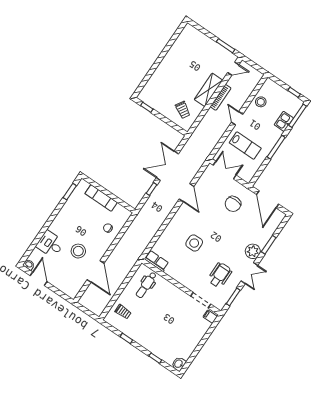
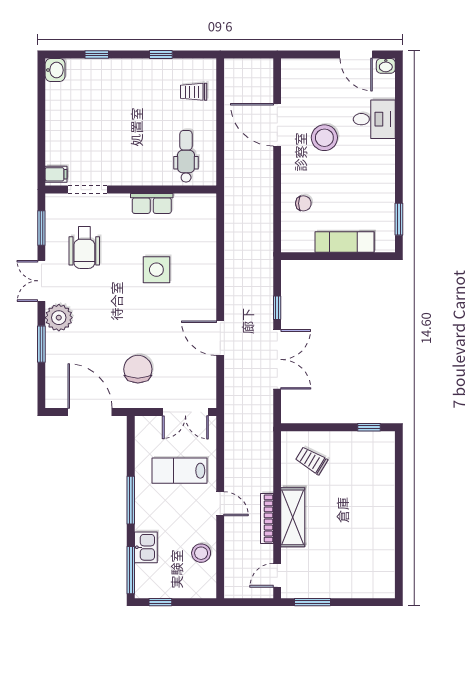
row of seats: (156, 261) -> (152, 203), moved

